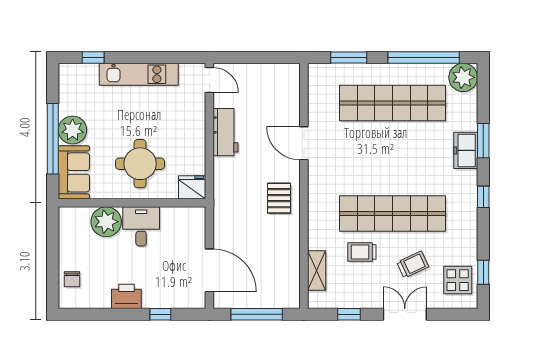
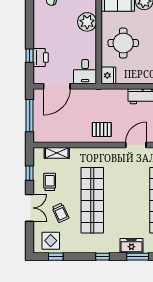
desk: (141, 226) -> (85, 72), moved, turned 90
trolley: (362, 252) -> (50, 182), moved
printer: (126, 296) -> (41, 58), moved

